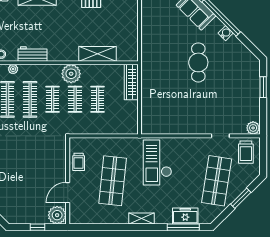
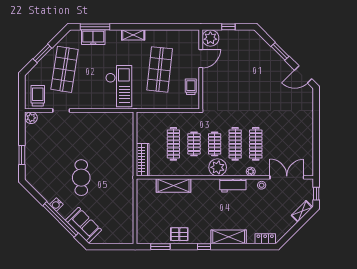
plant: (71, 74) -> (218, 167), moved
clothes rail: (98, 99) -> (173, 144), width x1.36

